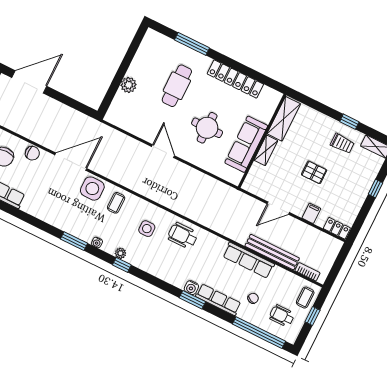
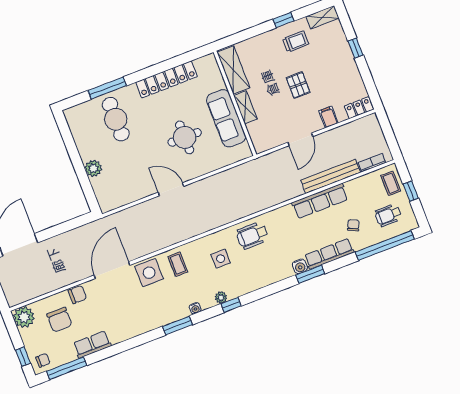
cafe table: (177, 86) -> (116, 119), moved
pallet: (314, 172) -> (298, 85), turned 90

